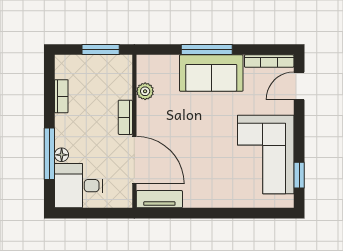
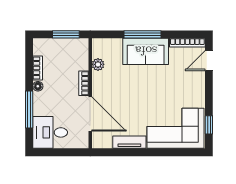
floor lamp: (62, 155) -> (38, 86), moved
corner sofa: (266, 155) -> (175, 128), moved, turned 90
tv unit: (159, 199) -> (129, 142), moved

